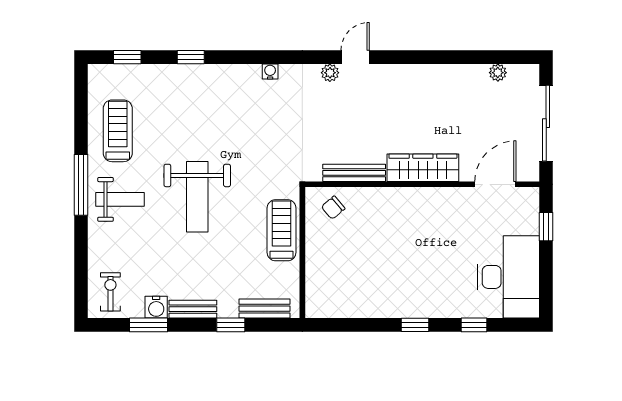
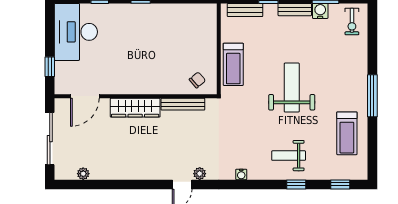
weight bench: (120, 199) -> (289, 156), moved

